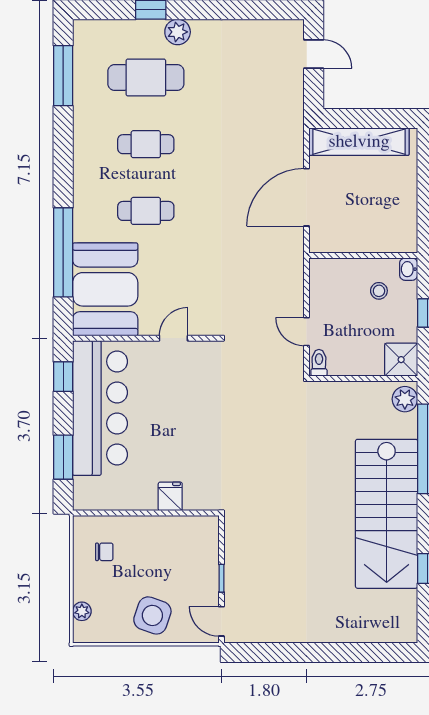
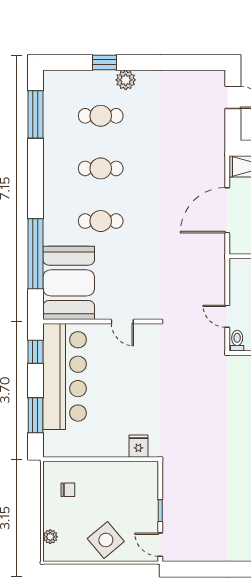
cafe table: (146, 77) -> (101, 116), width x0.73, depth x0.74
door: (173, 338) -> (122, 321), swing flipped
fridge: (170, 496) -> (138, 446), moved
side table: (152, 615) -> (106, 540), turned 31

